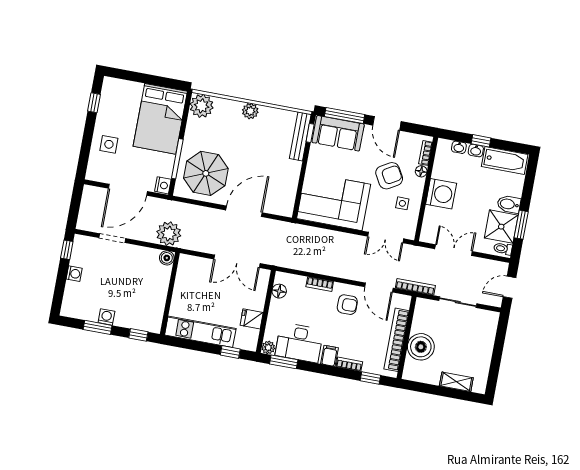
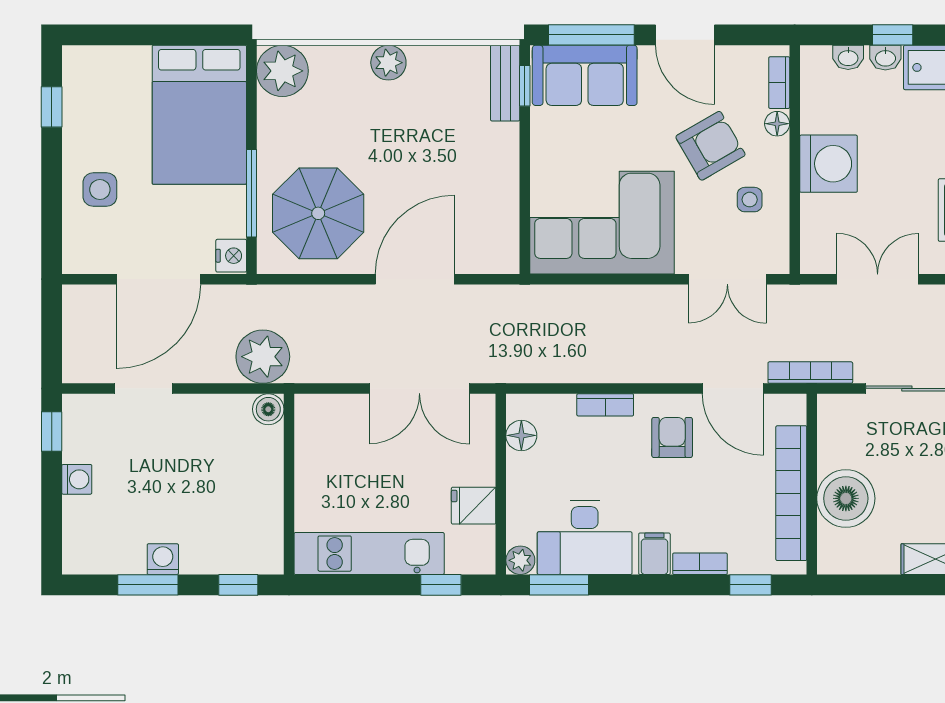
bench: (300, 136) -> (505, 83), width x0.73
armchair: (347, 305) -> (672, 437), turned -90

